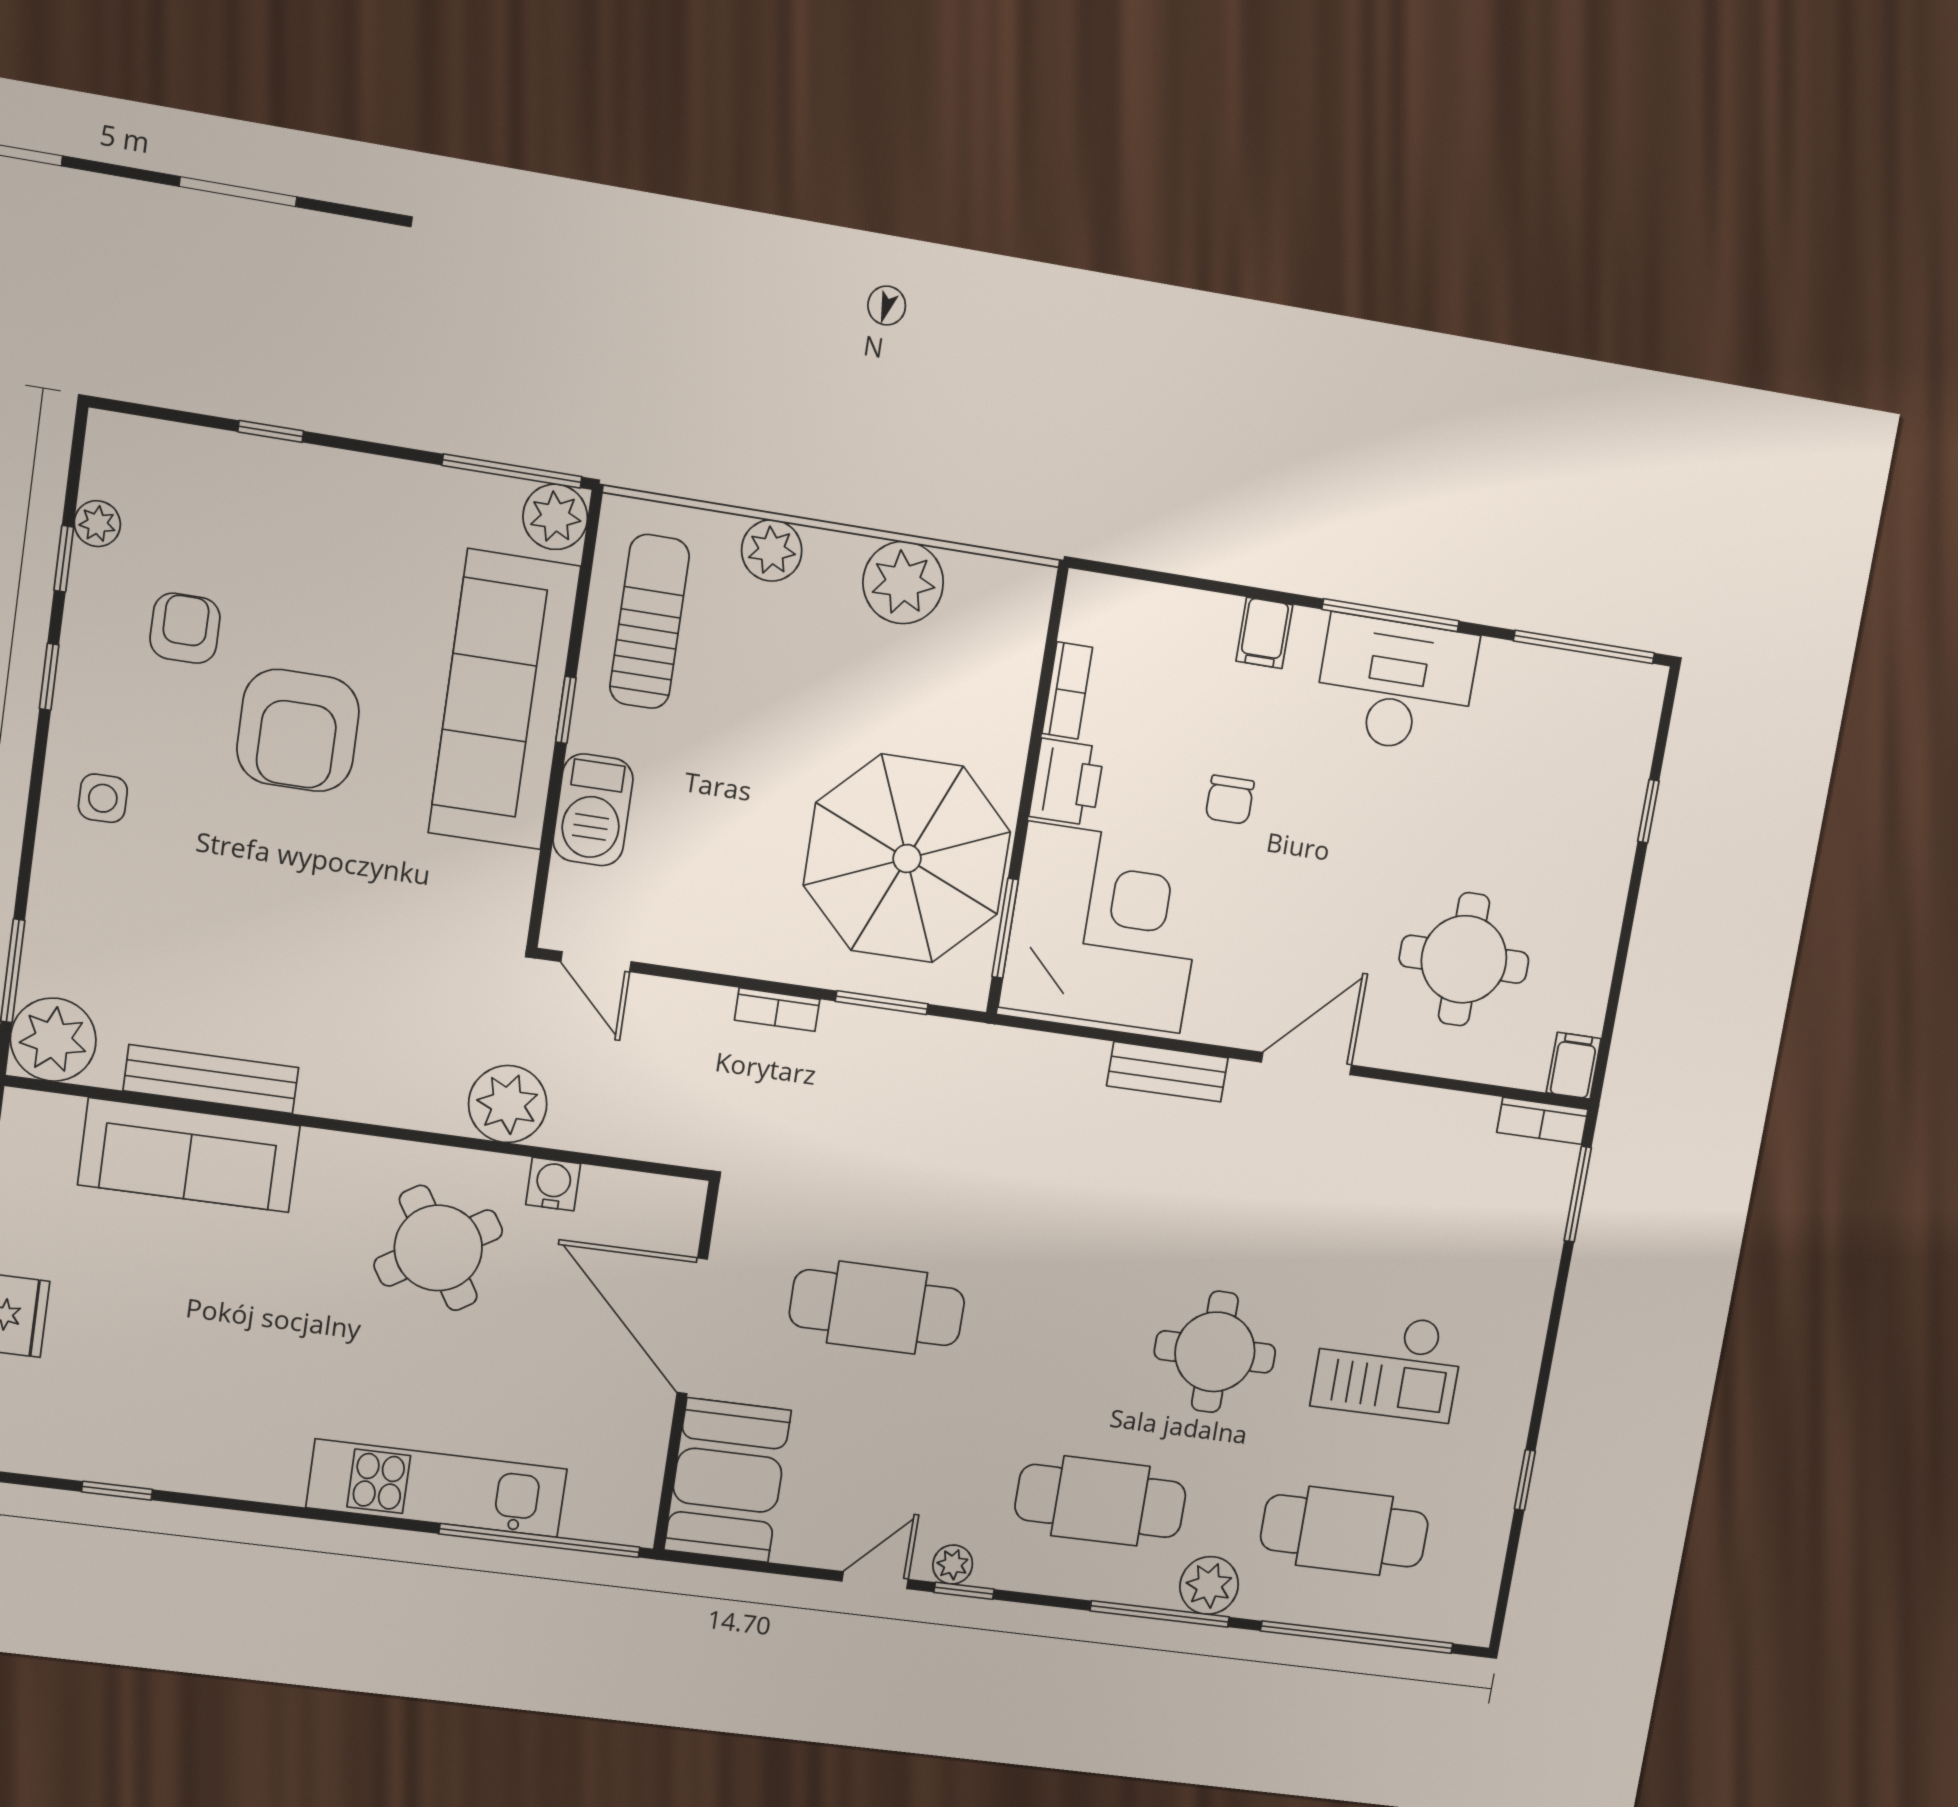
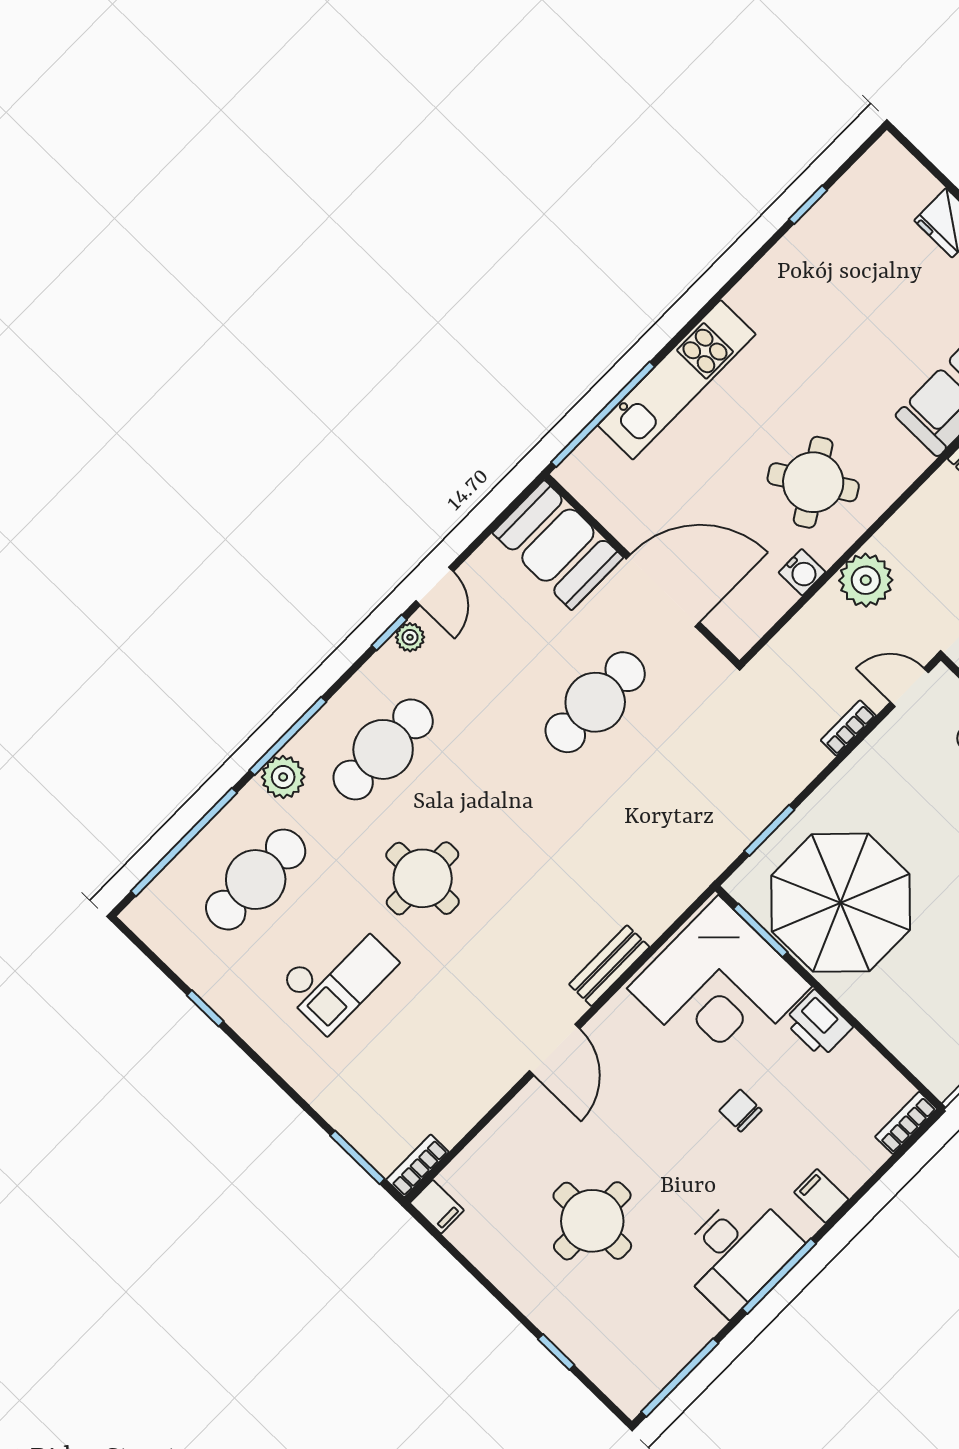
bookcase: (1067, 691) -> (906, 1123), moved, turned 90
round table: (1464, 959) -> (592, 1221), moved
bookcase: (777, 1010) -> (848, 728), moved
checkout: (1388, 1365) -> (338, 974), turned 180

